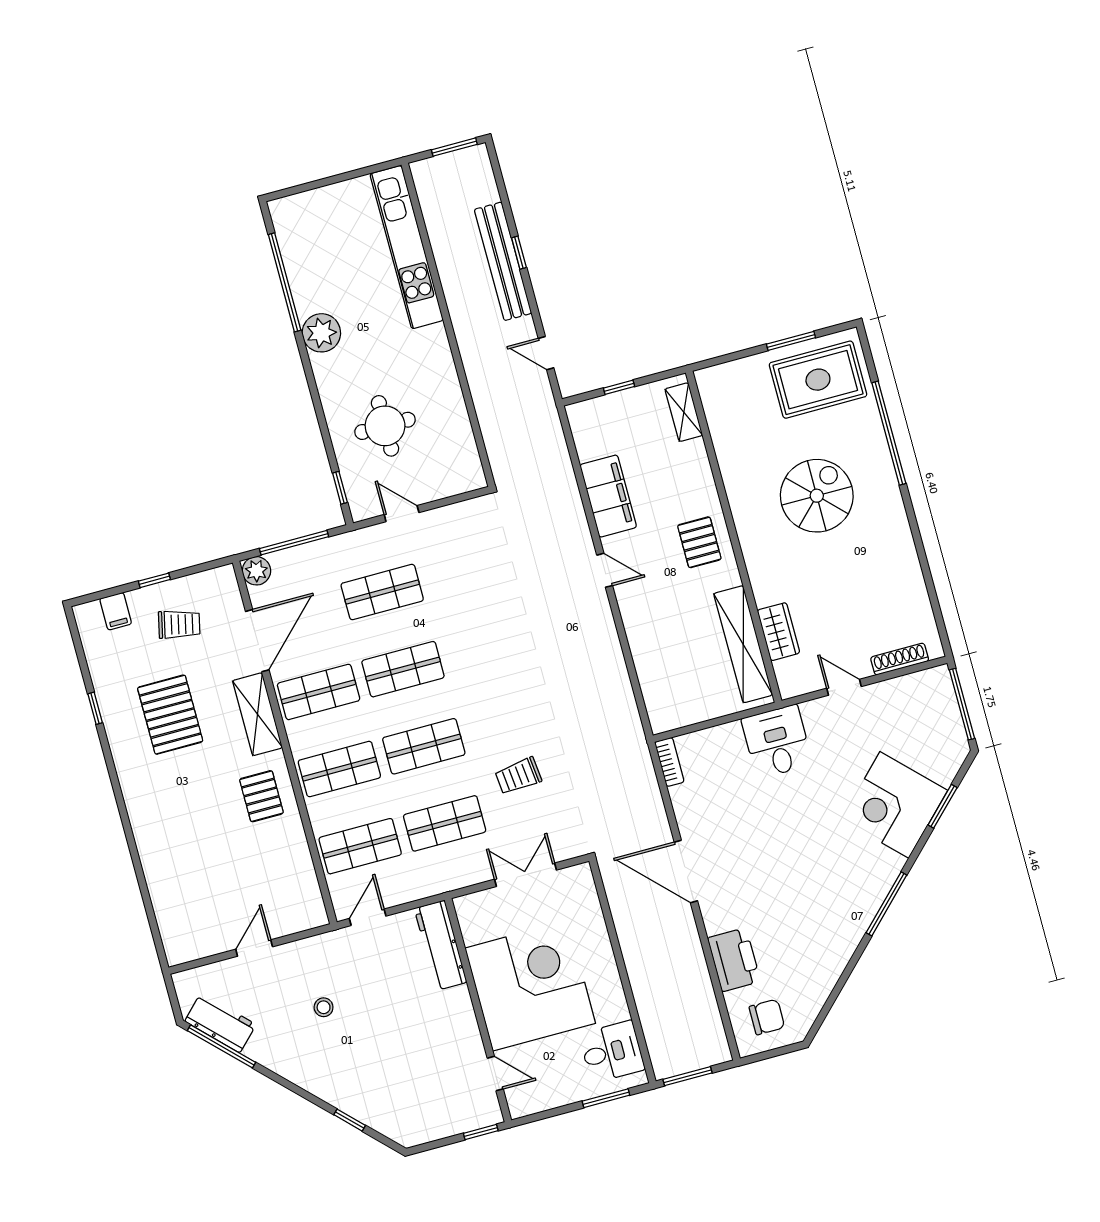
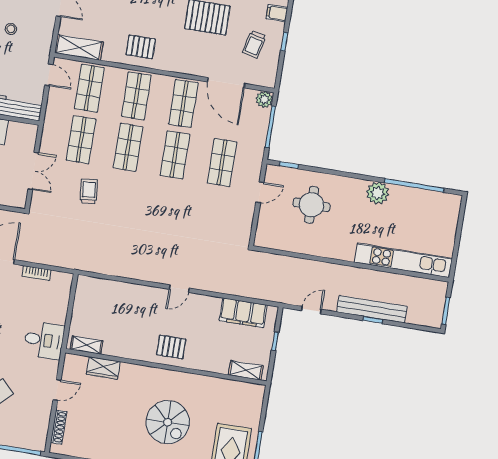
filing cabinet: (608, 496) -> (243, 313), moved
shelving: (743, 644) -> (87, 345), width x0.45, depth x0.75
shelving: (258, 714) -> (79, 47), moved
bookcase: (669, 762) -> (36, 273), moved

